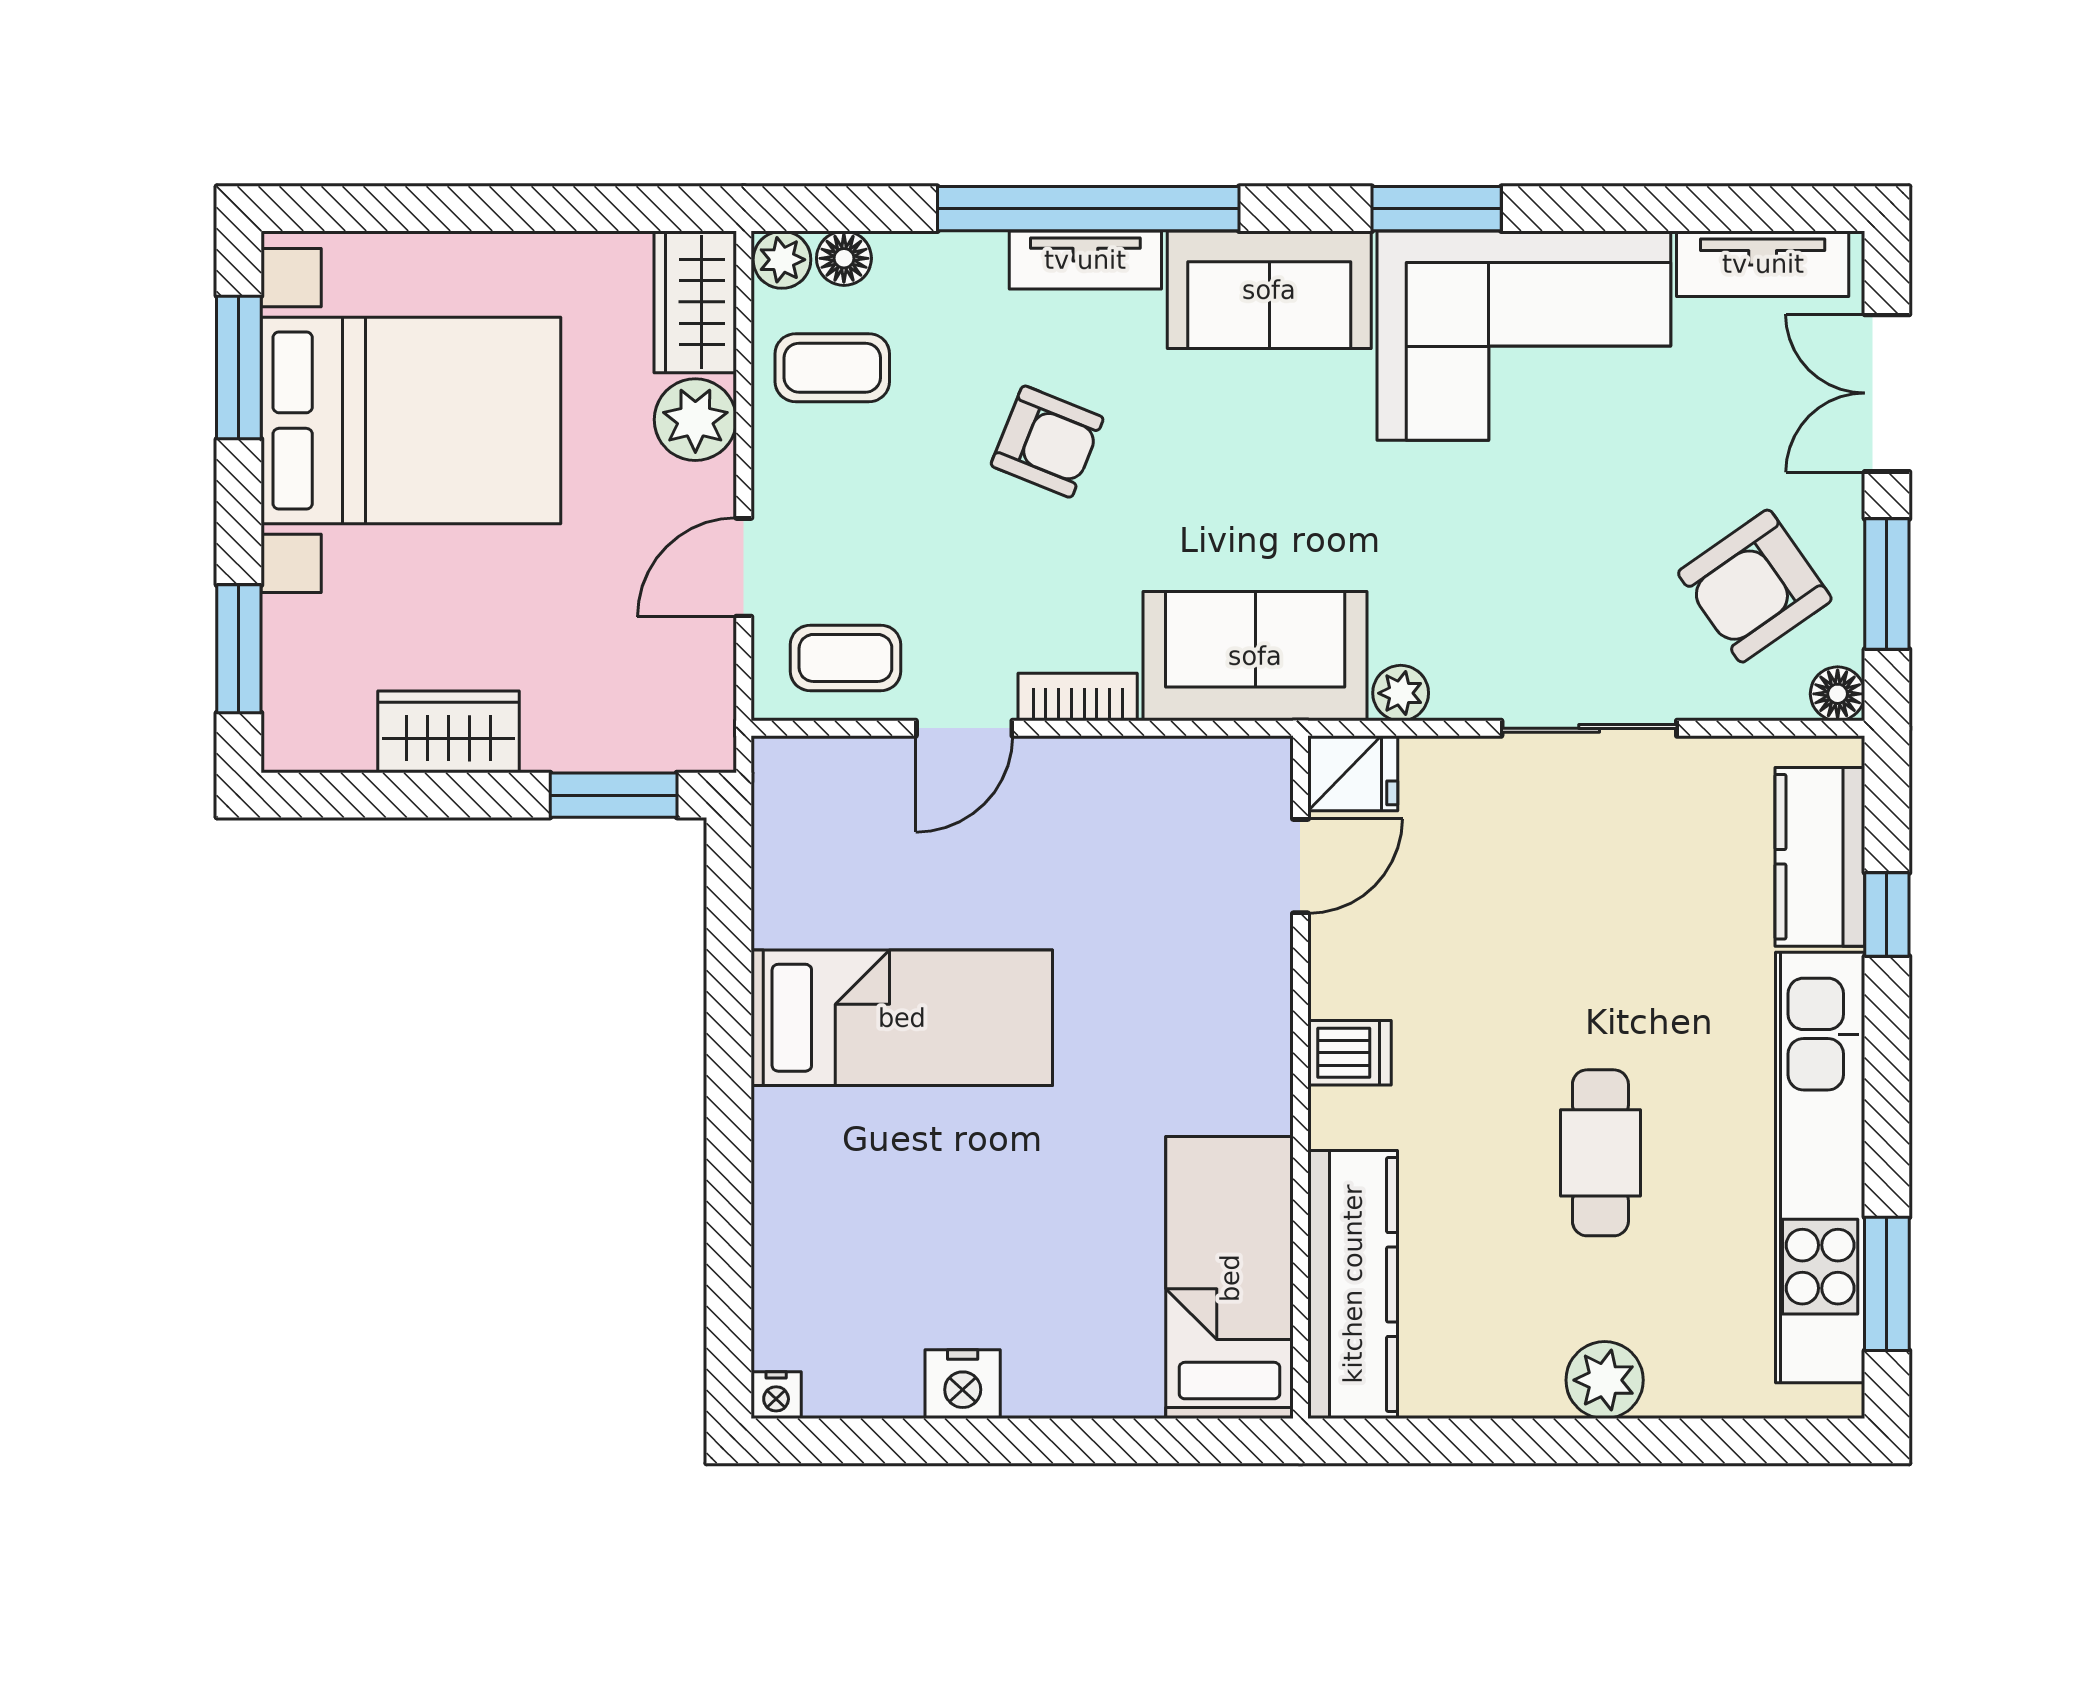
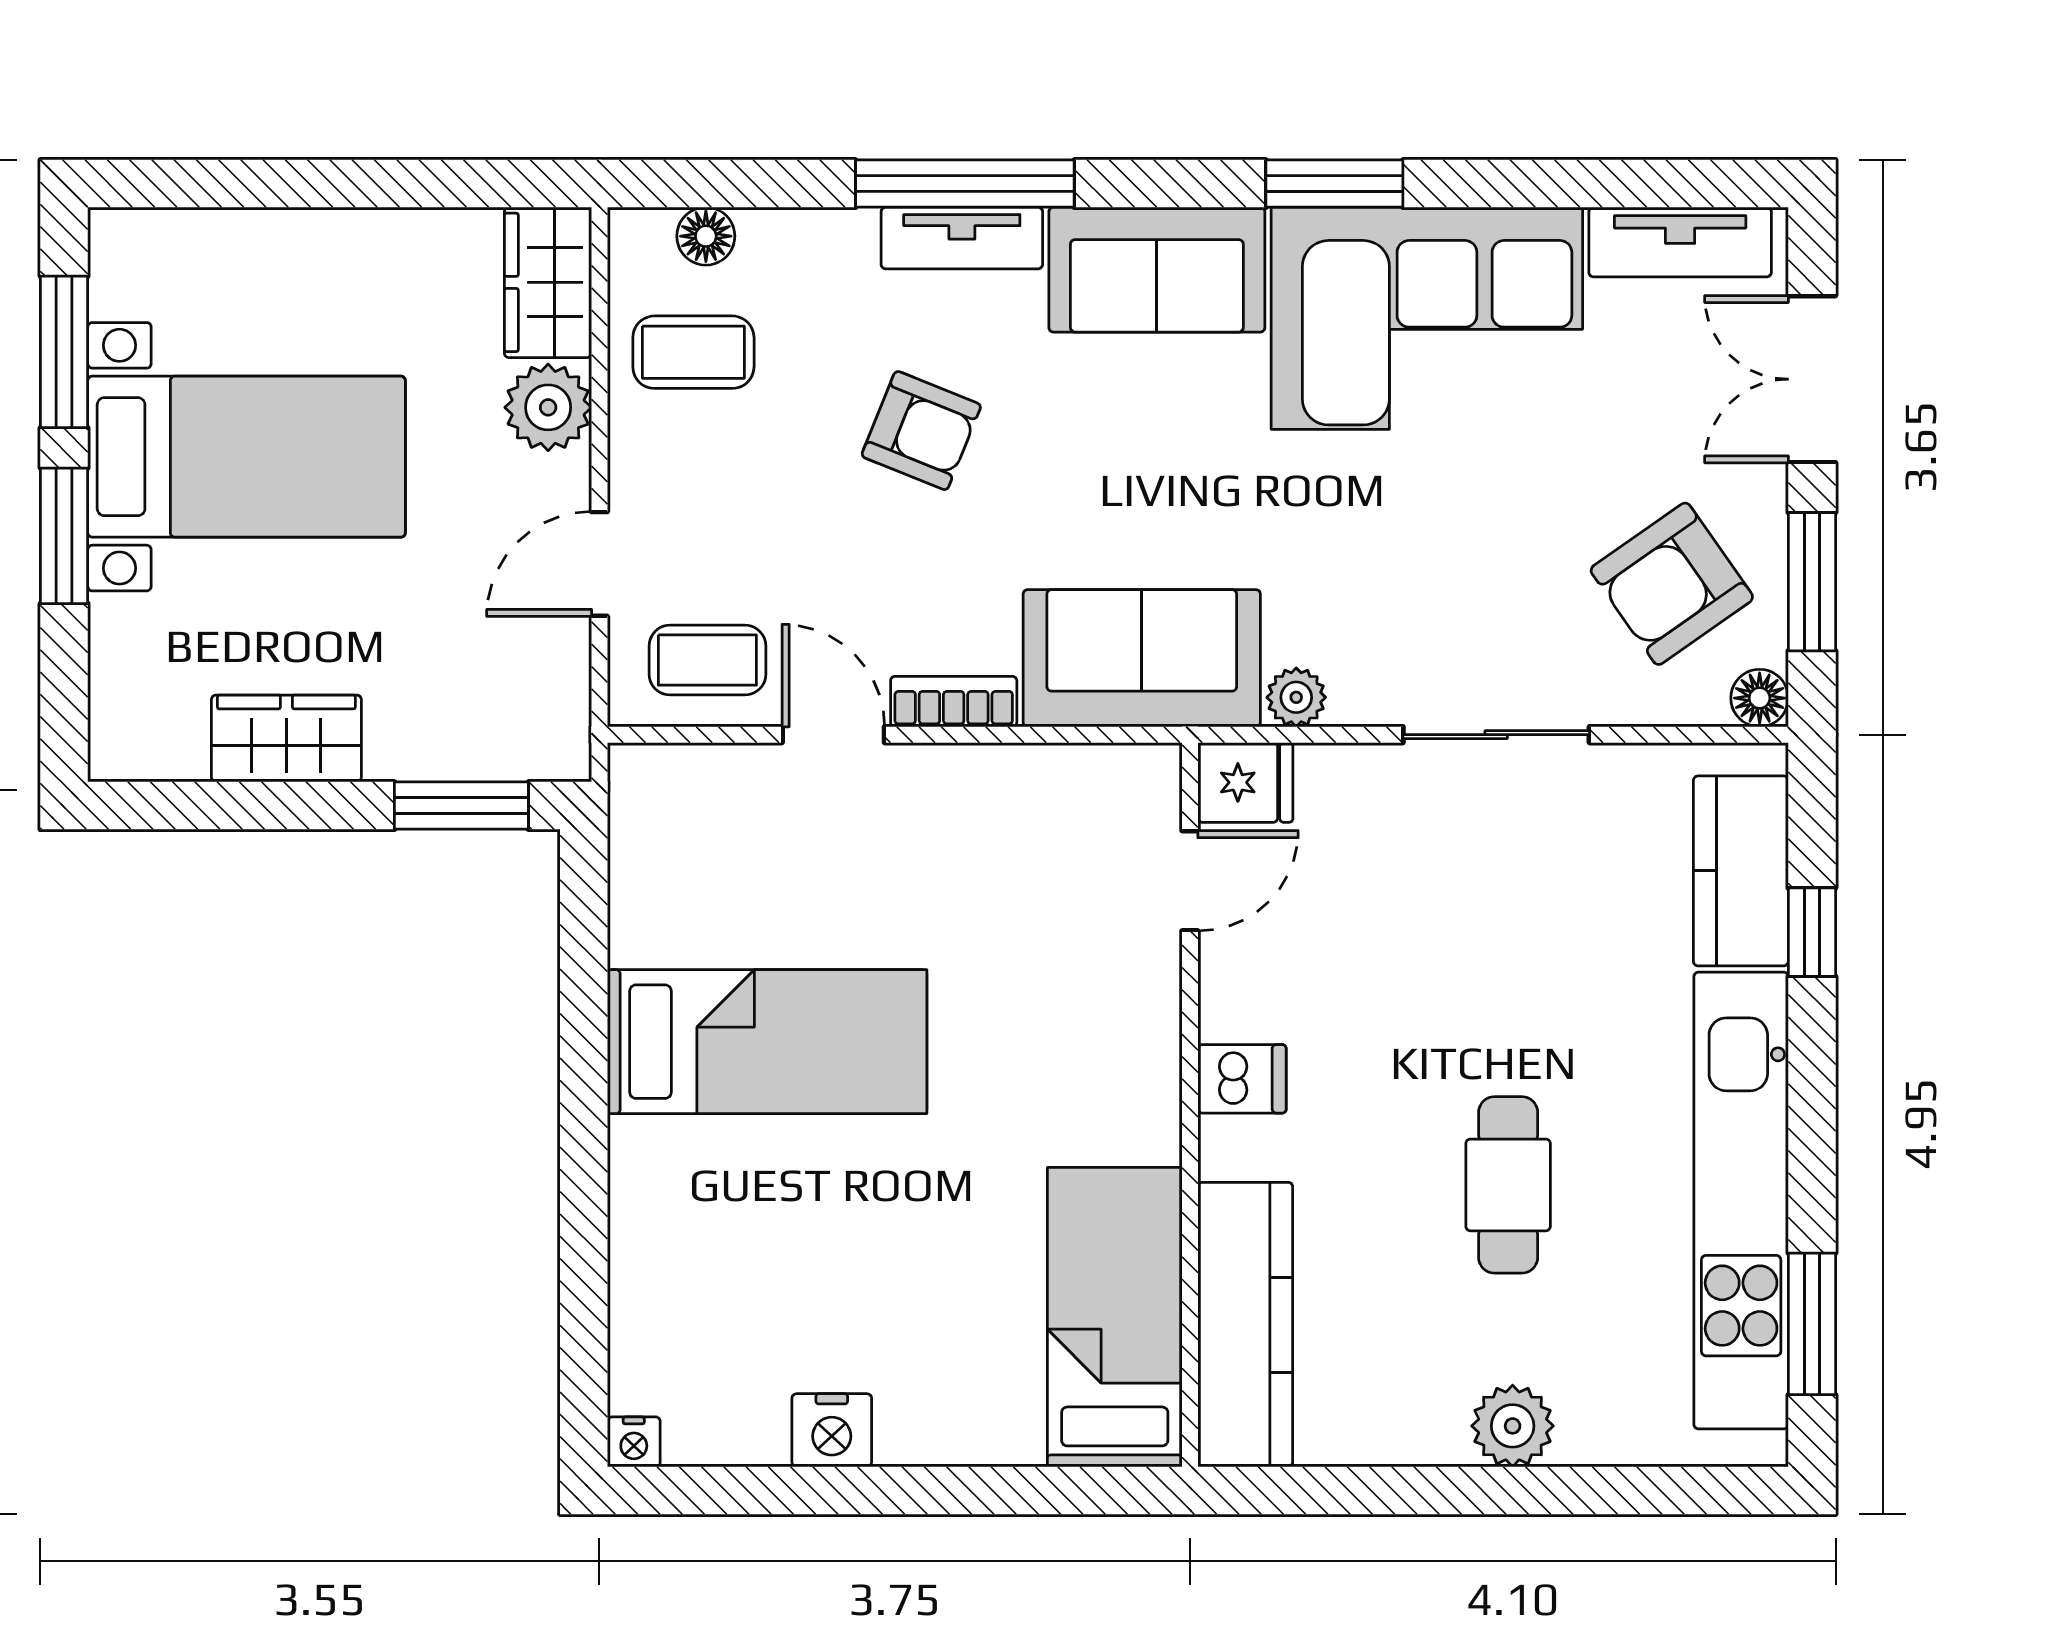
window: (1088, 209) -> (965, 184), width x0.68
plant: (782, 260) -> (640, 238), removed
bed with nightstands: (411, 421) -> (246, 457), width x0.73
window: (239, 649) -> (64, 536), moved
door: (964, 728) -> (833, 735), swing flipped

